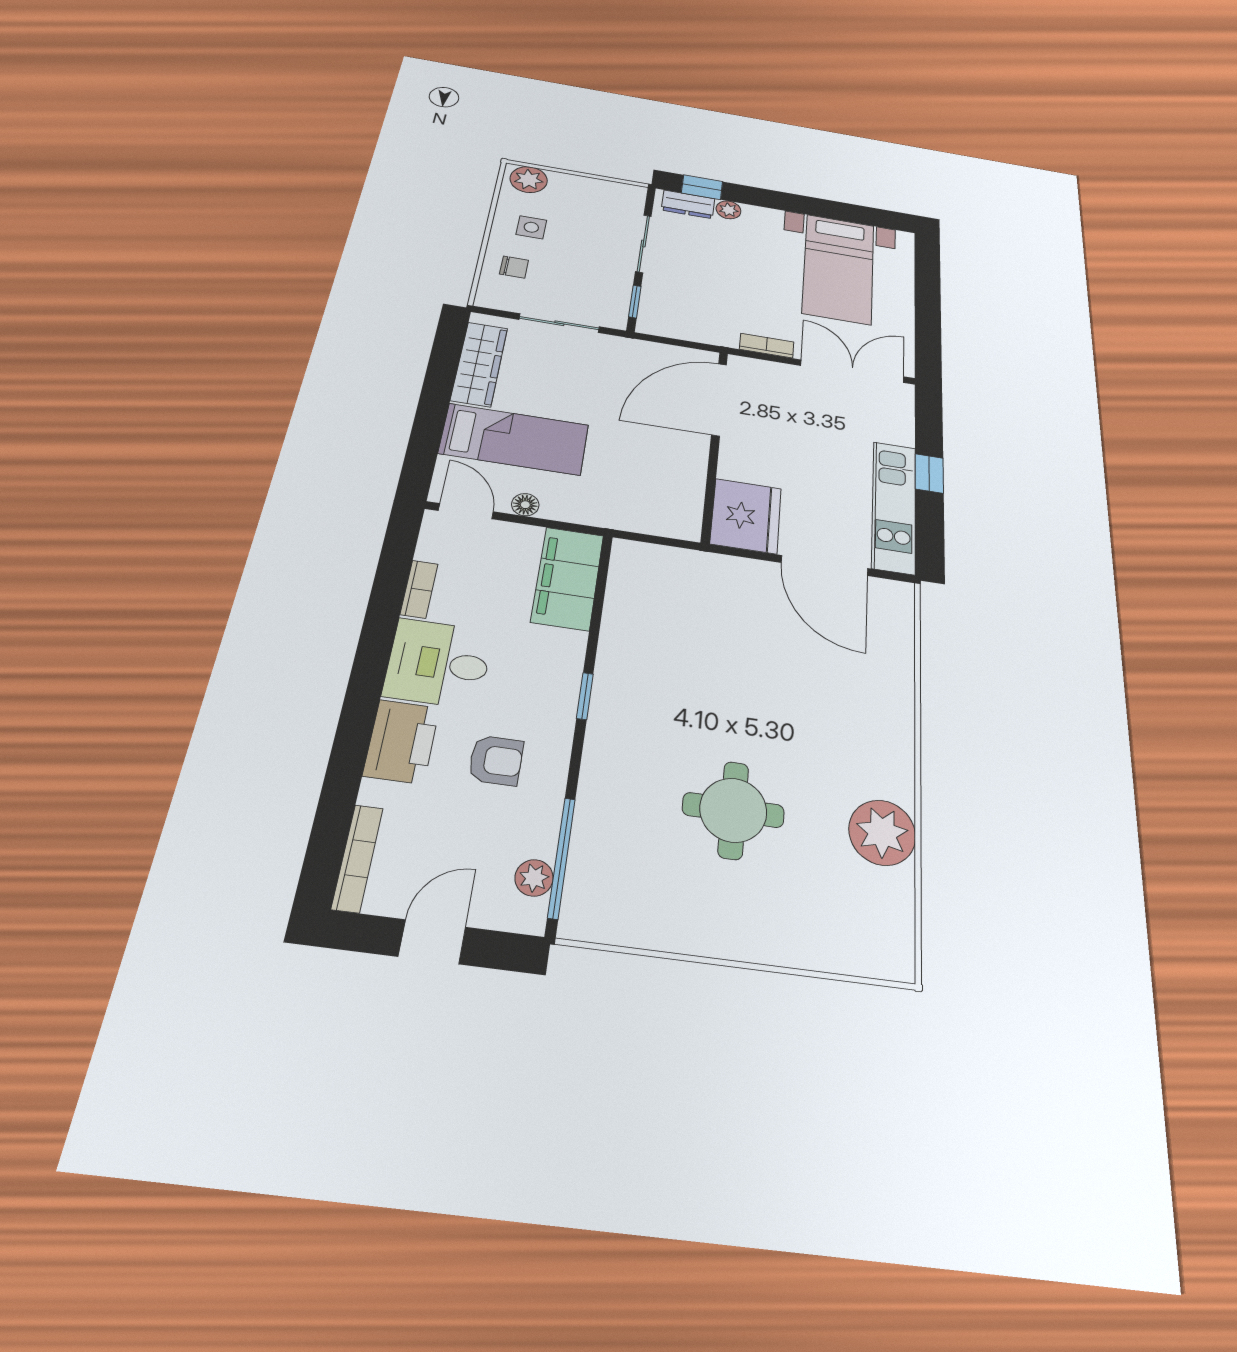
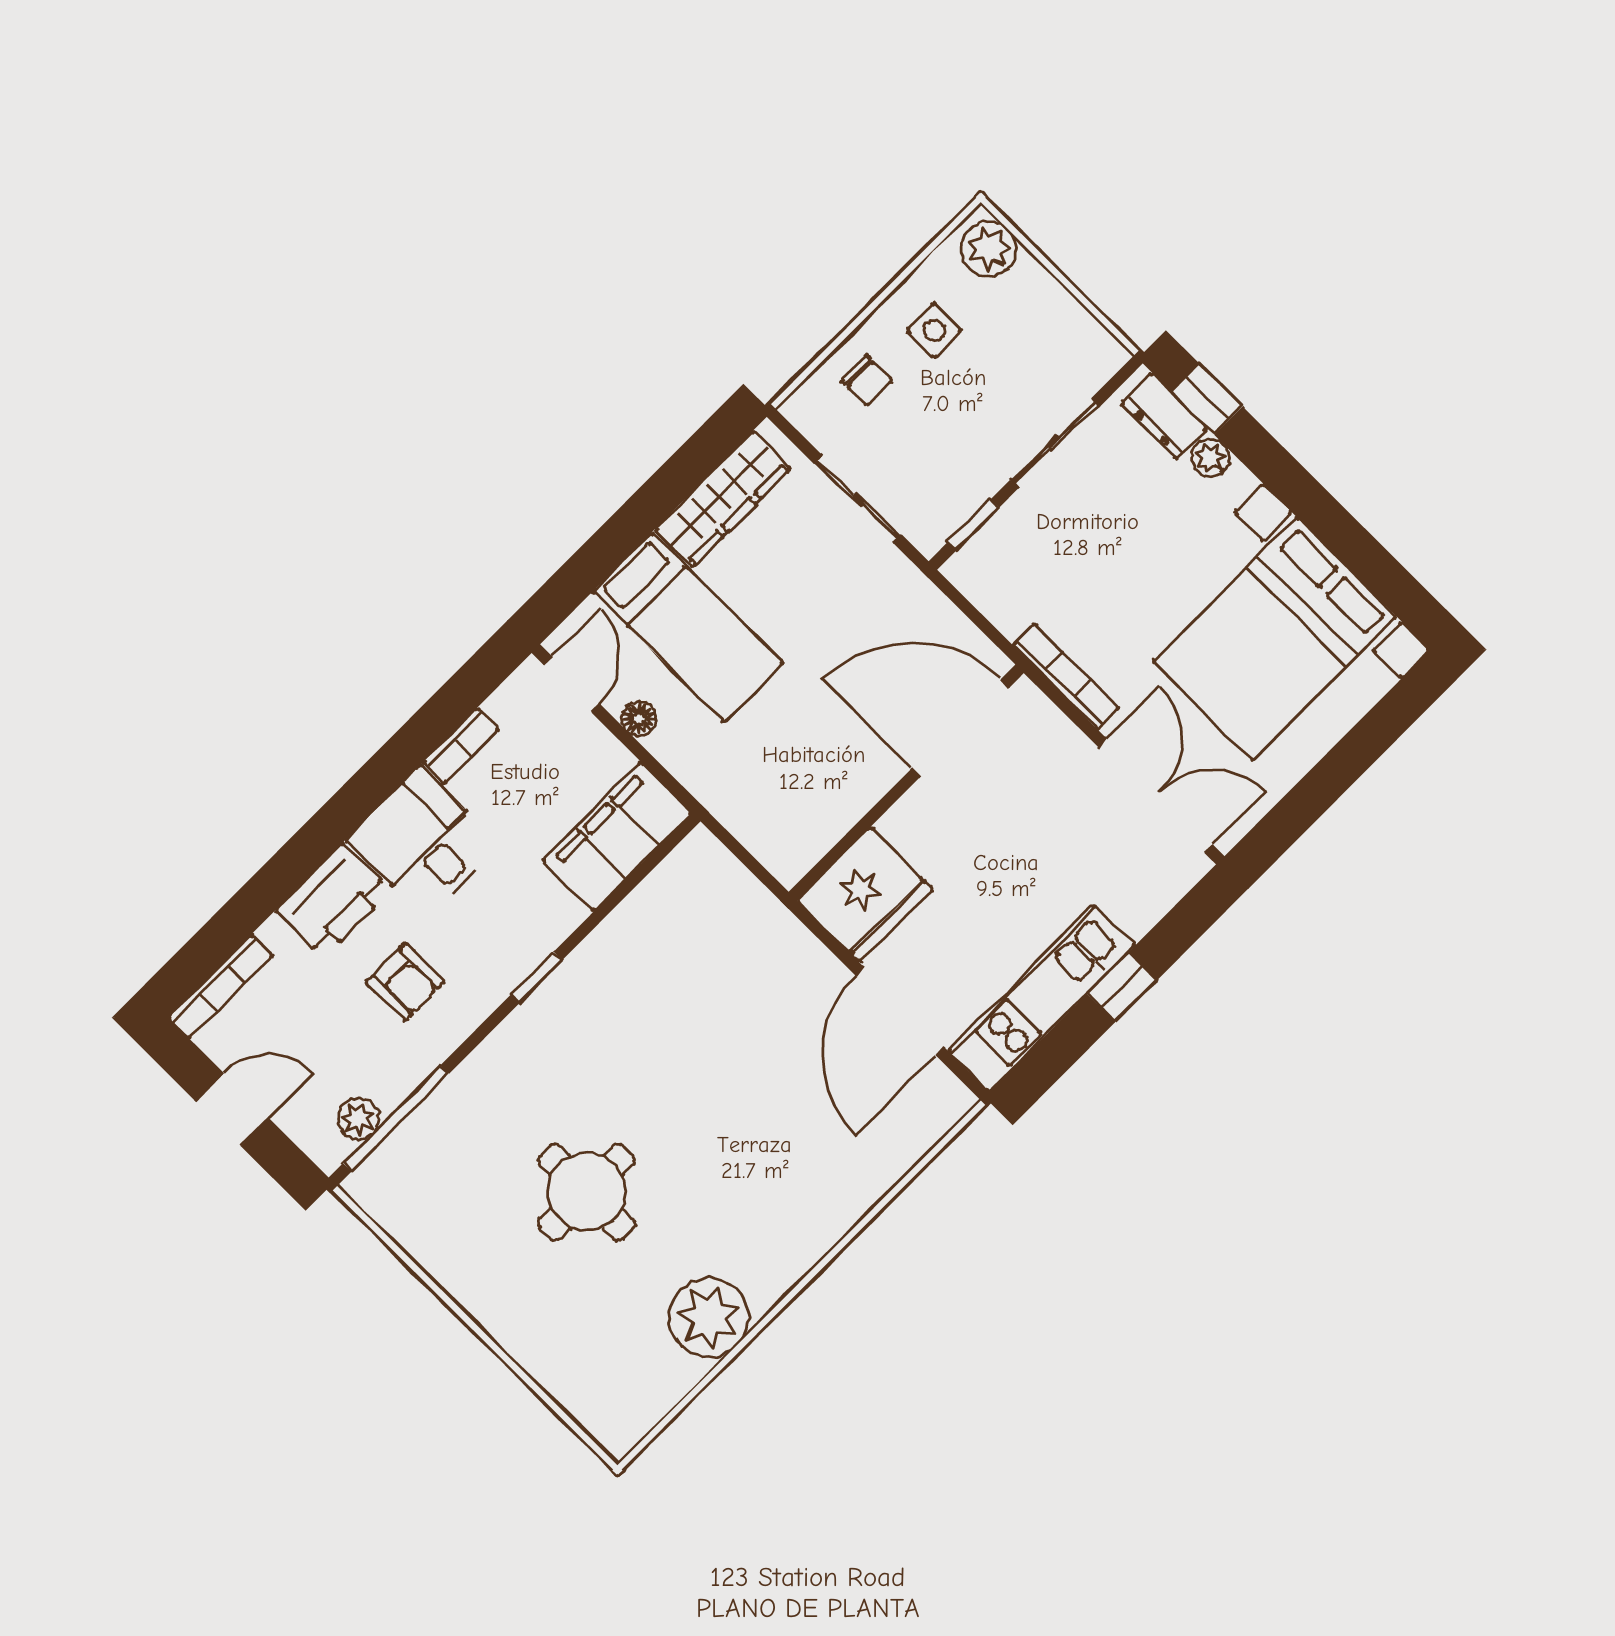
bed with nightstands: (838, 269) -> (1275, 639), width x1.36
bookcase: (767, 346) -> (1066, 677), width x1.56

